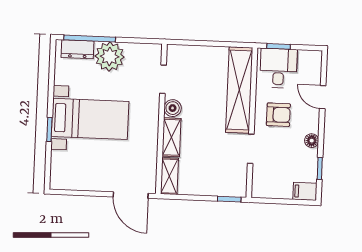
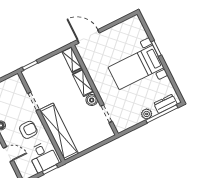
plant: (110, 56) -> (147, 114), width x0.53, depth x0.53
armchair: (278, 115) -> (28, 130), turned 180

